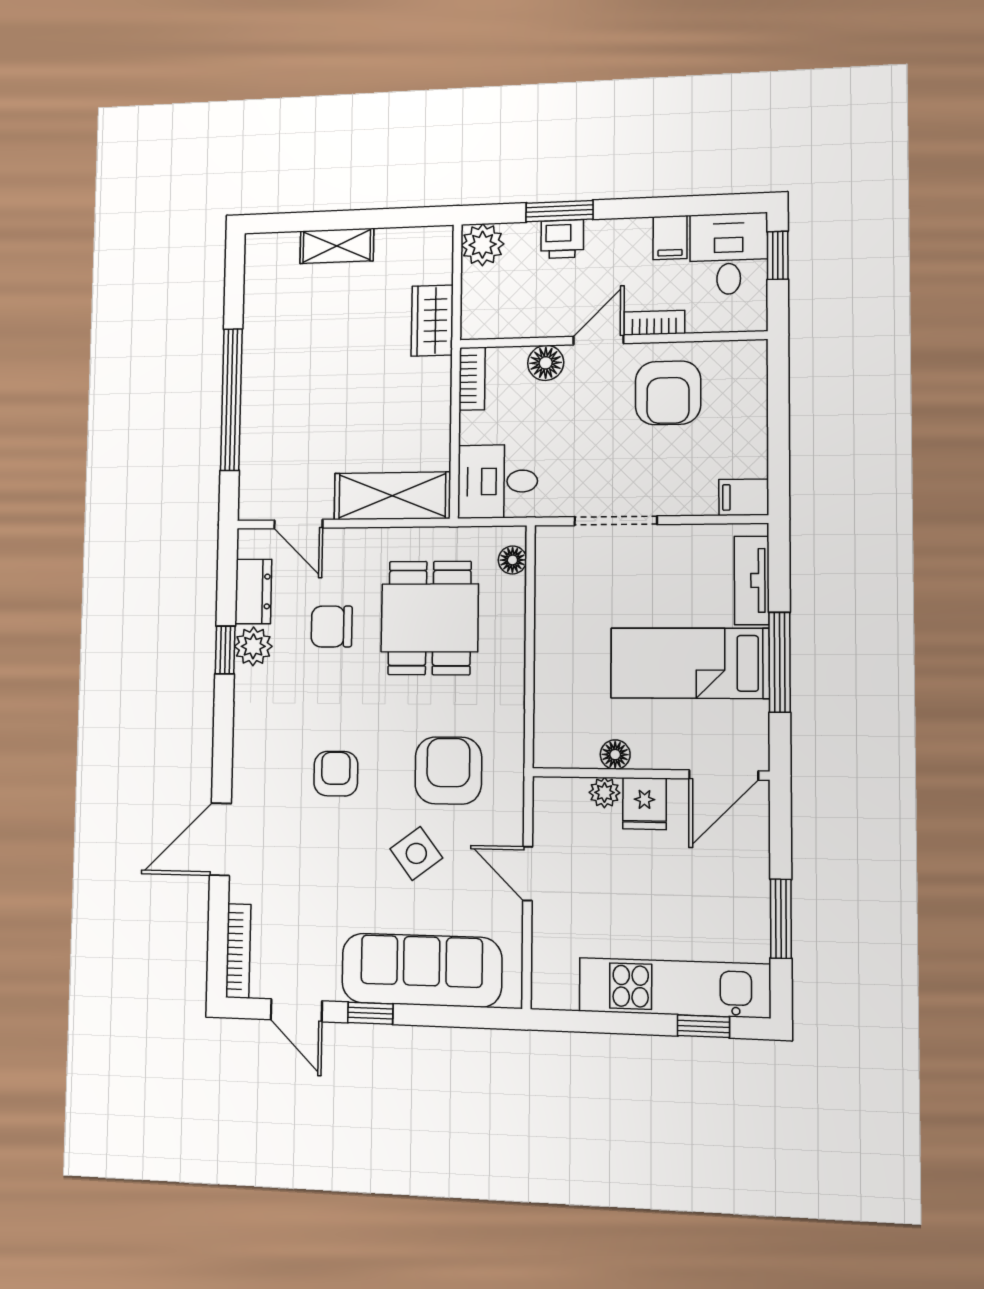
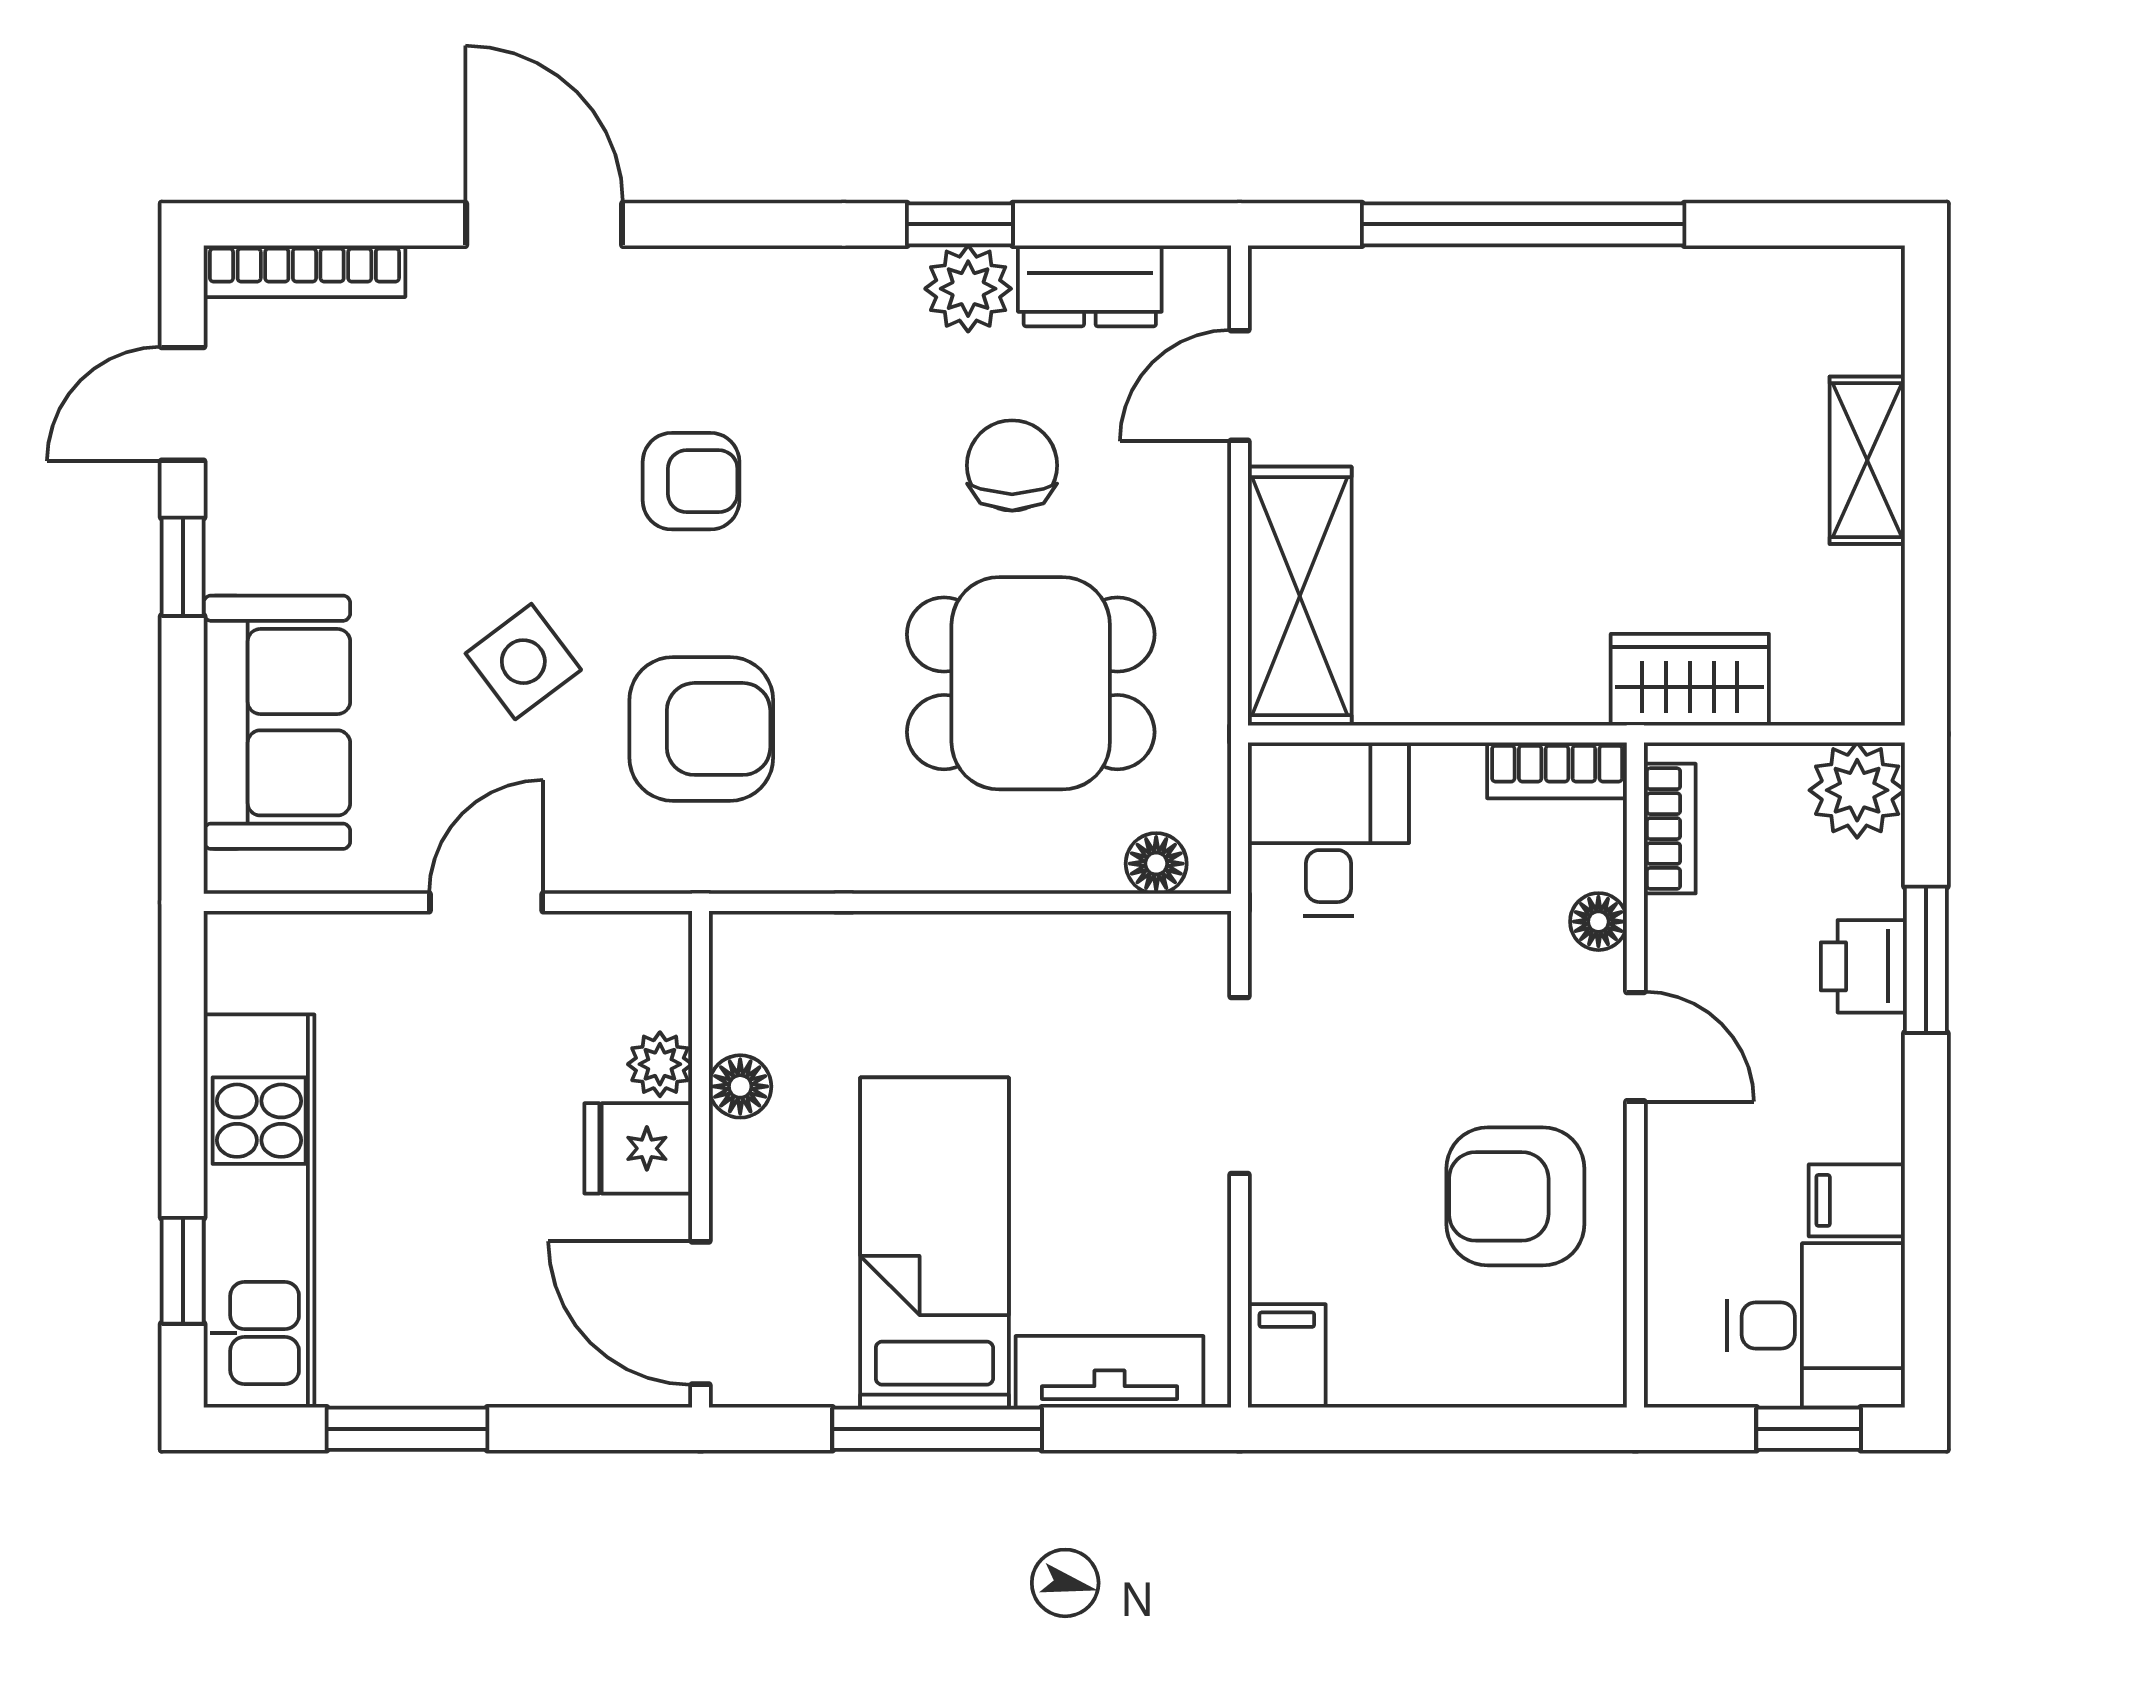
bookcase: (654, 323) -> (1670, 829), moved
floor lamp: (546, 363) -> (1598, 922), width x0.73, depth x0.73
sofa: (421, 970) -> (277, 722), width x0.73

